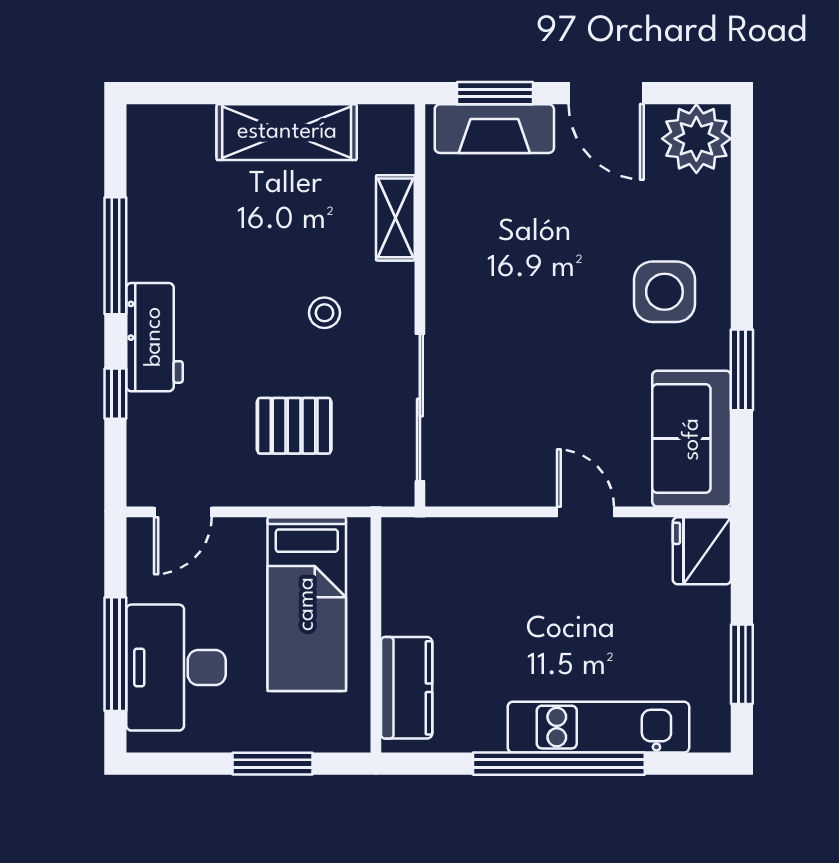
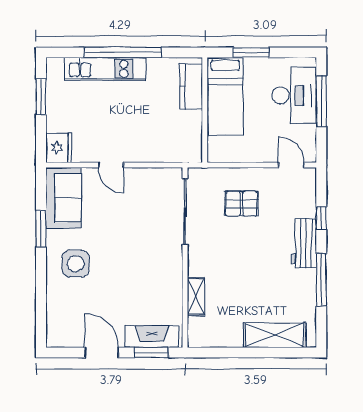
shelving: (287, 132) -> (274, 335), moved
plant: (696, 139) -> (61, 332), removed
stool: (324, 313) -> (228, 254), removed
door: (183, 512) -> (291, 165), hinge flipped
bed: (307, 604) -> (225, 96), moved, turned 180

